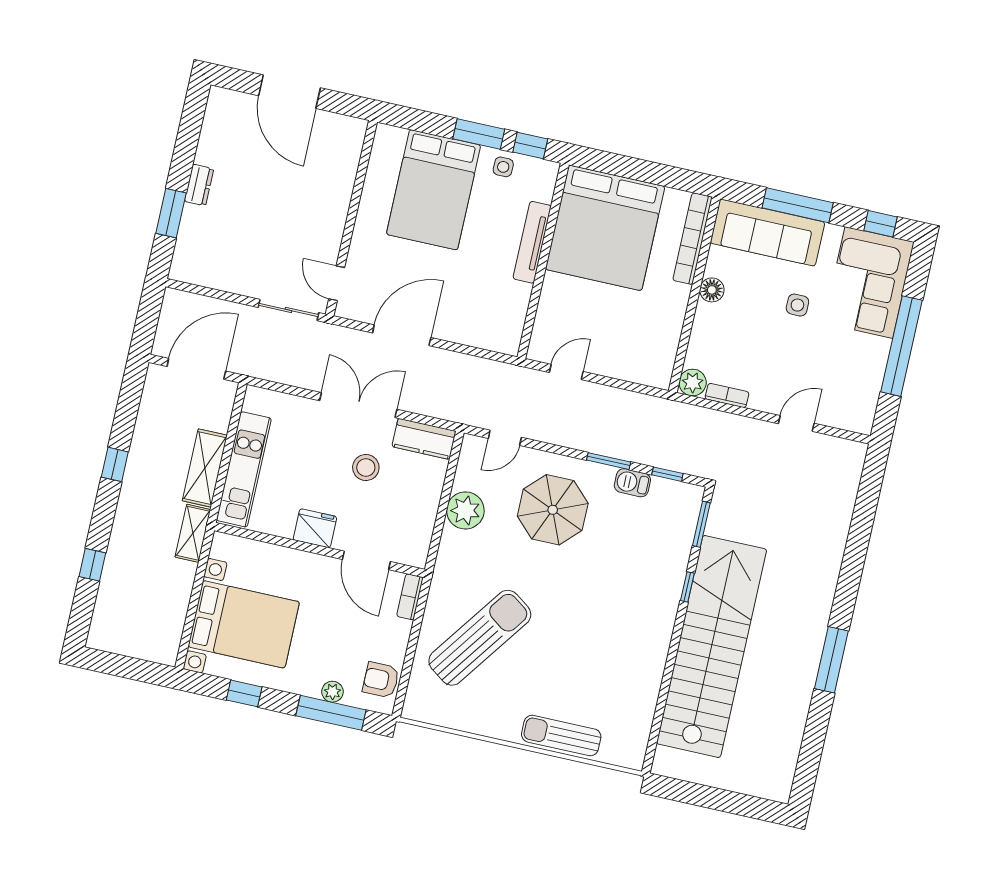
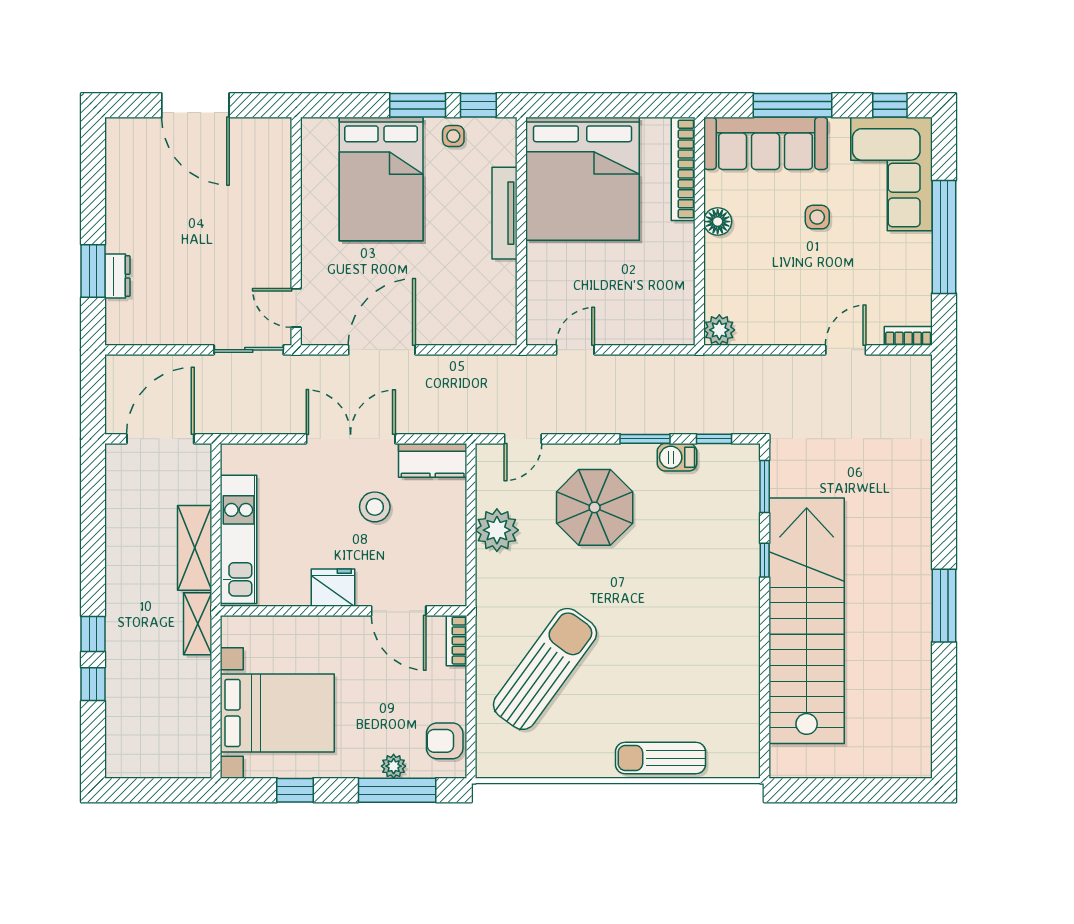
dresser: (199, 185) -> (117, 276), moved
bookcase: (727, 395) -> (908, 336), moved
window: (115, 464) -> (93, 634), moved

